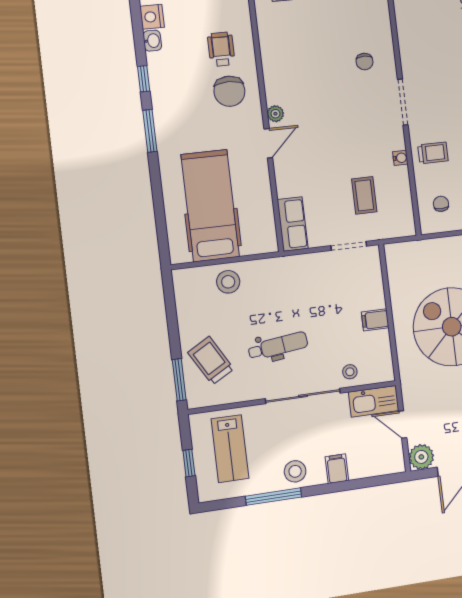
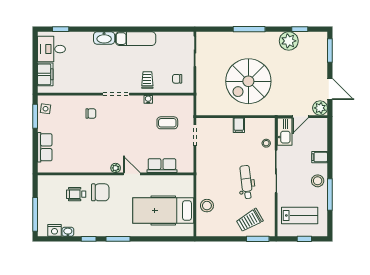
row of seats: (293, 224) -> (162, 166), moved

